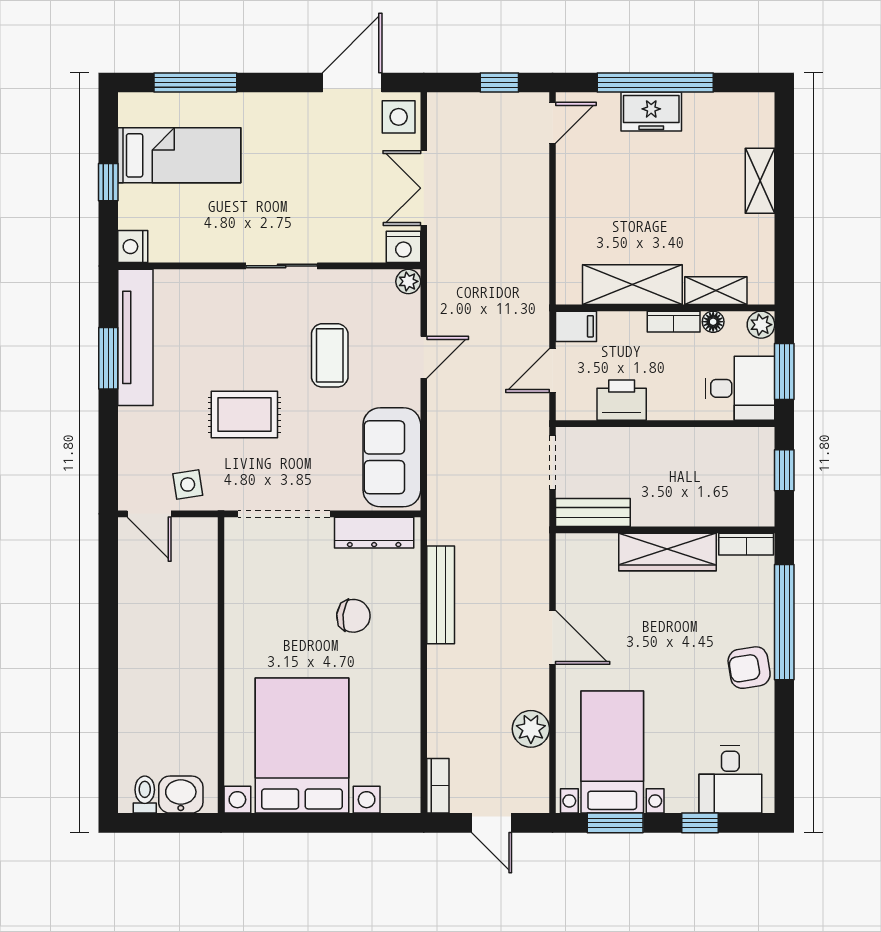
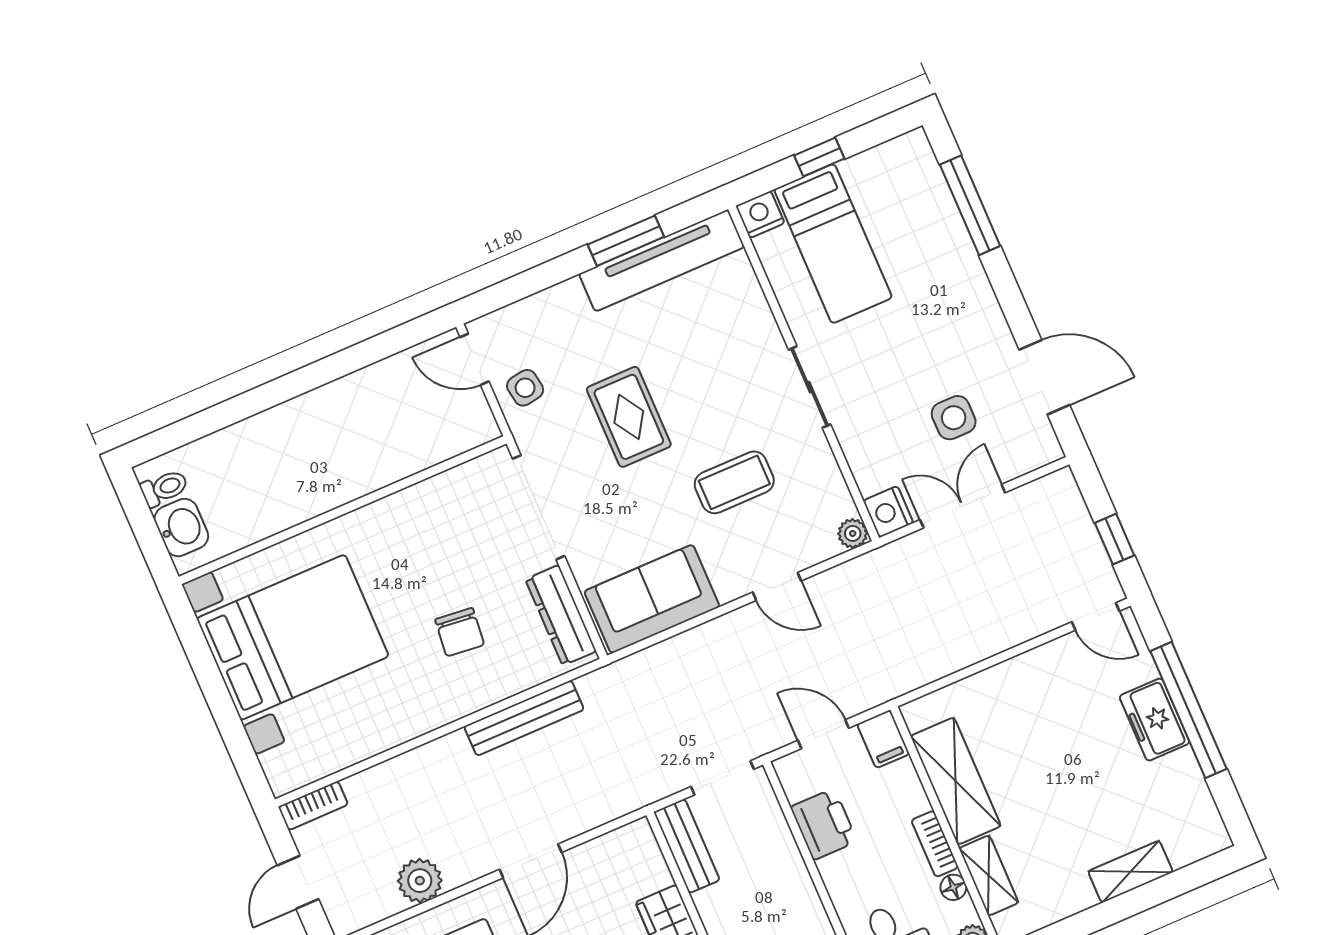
side table: (399, 117) -> (954, 418), moved
bed: (179, 155) -> (833, 244), moved
door: (149, 514) -> (474, 359), hinge flipped

